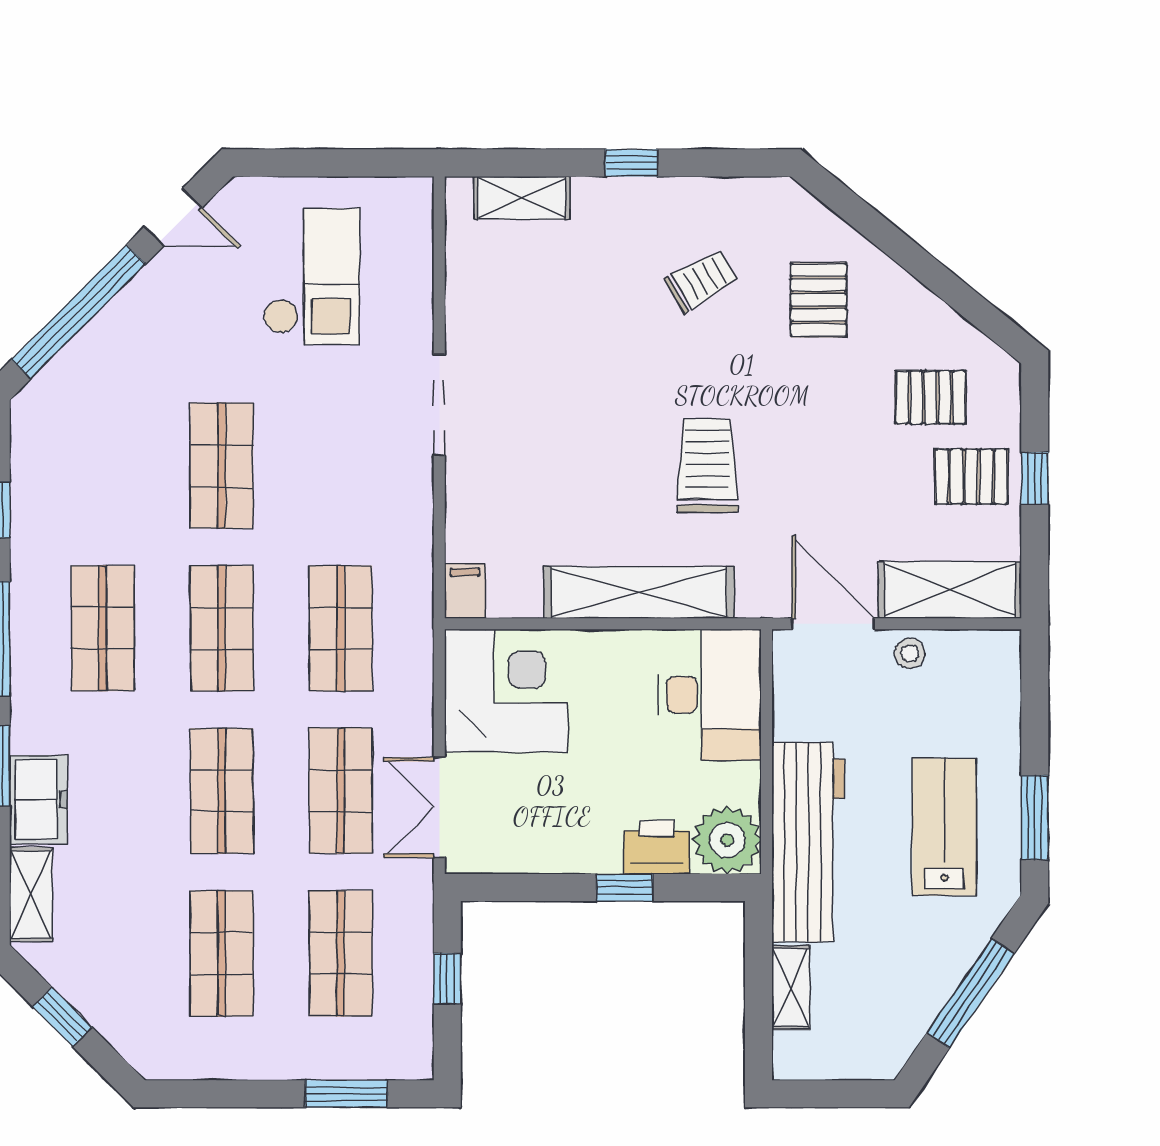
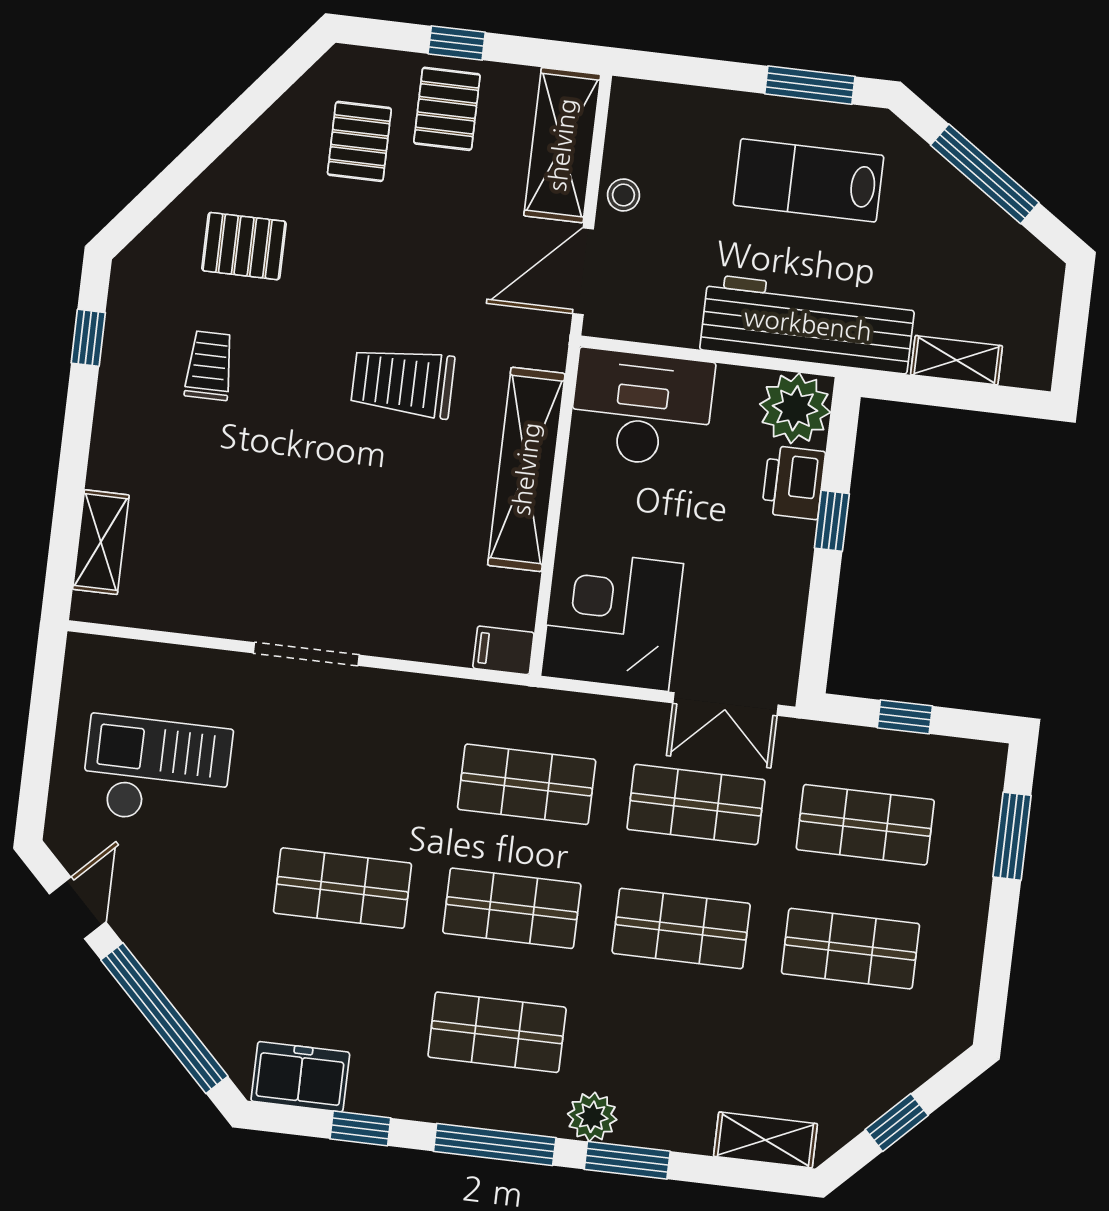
window: (632, 163) -> (88, 338), moved
trolley: (701, 281) -> (209, 366), turned 30
plant: (33, 728) -> (592, 1117), added
freezer: (38, 799) -> (300, 1077), moved

